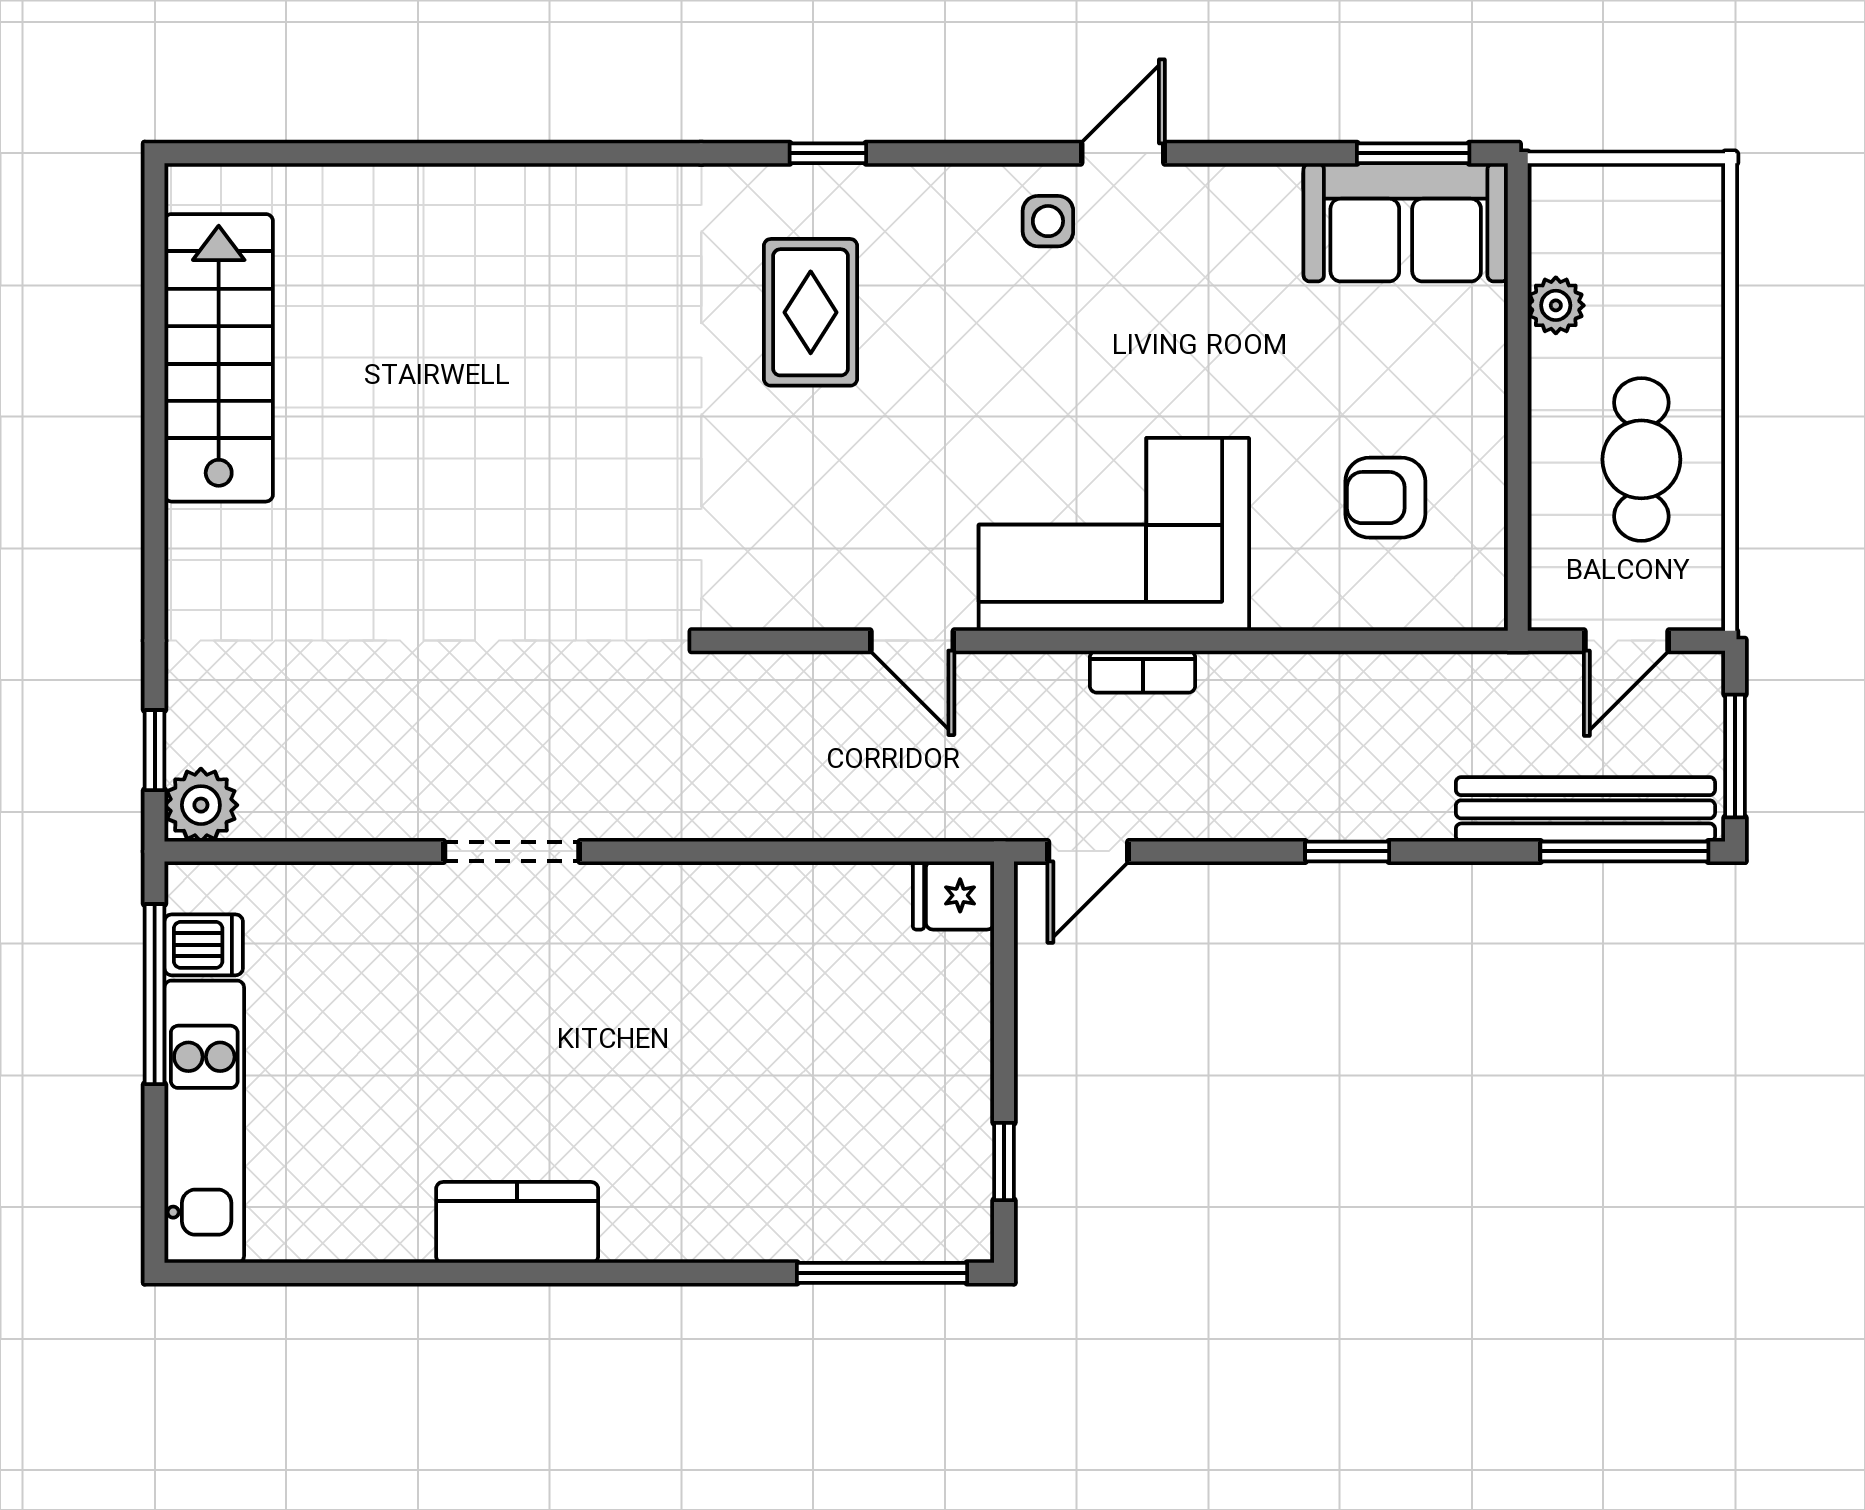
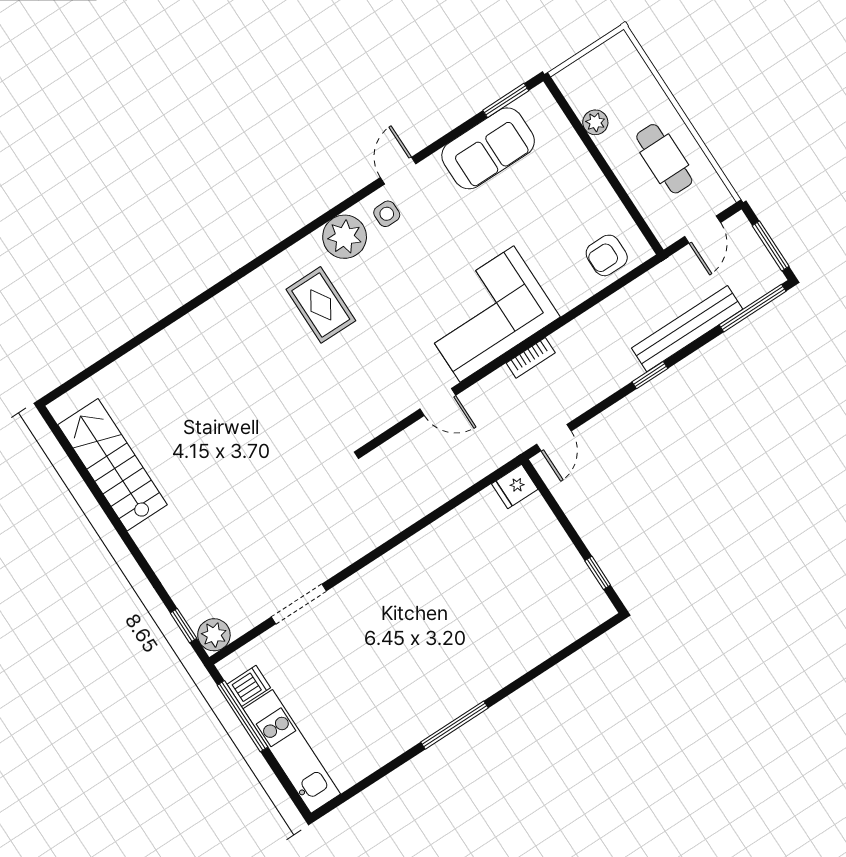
window: (828, 153) -> (289, 242), removed
plant: (940, 212) -> (345, 237), added
sofa: (1406, 222) -> (488, 148), moved
armchair: (1385, 498) -> (607, 255), moved
bench: (1585, 809) -> (687, 329), moved
doorway: (512, 851) -> (299, 604), moved
kitchen counter: (517, 1222) -> (432, 713), removed
window: (882, 1273) -> (454, 725), moved

